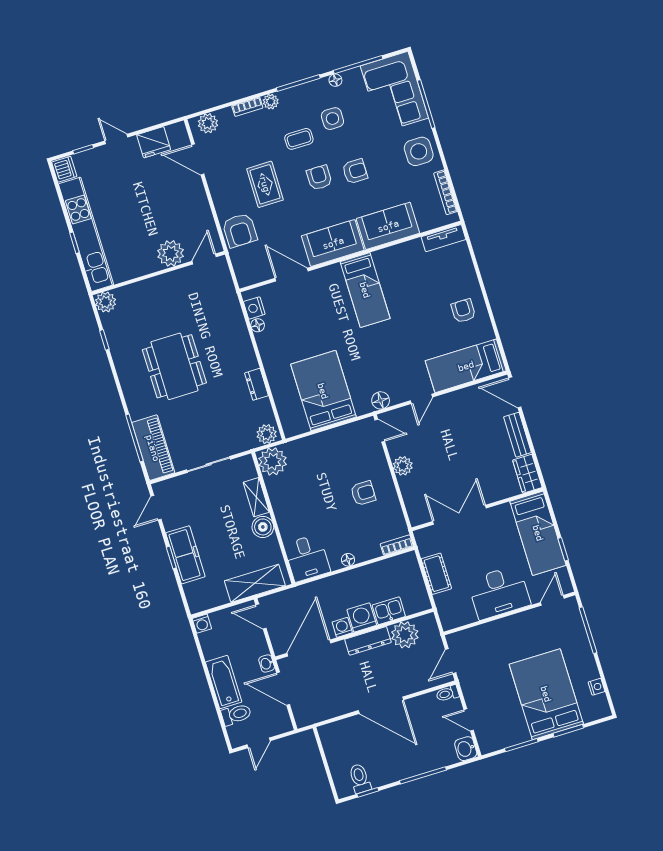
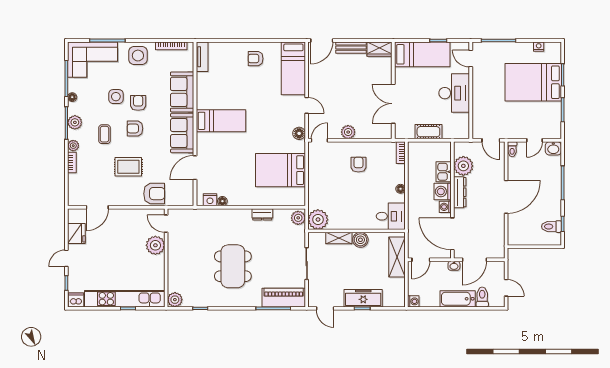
side table: (332, 119) -> (116, 97), moved
plant: (208, 123) -> (75, 122), moved
dining table: (174, 366) -> (233, 266), turned 90

